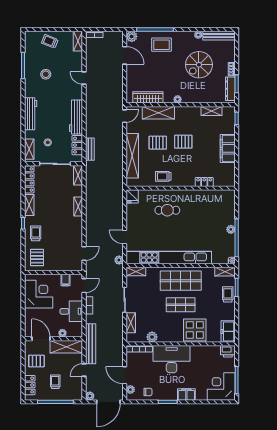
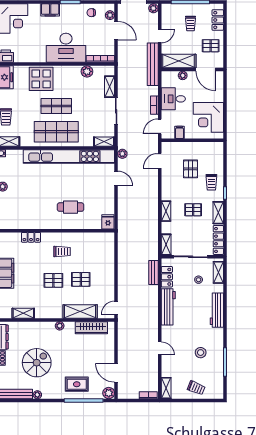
shelving: (132, 156) -> (108, 265), removed
trolley: (163, 176) -> (62, 252), moved
pallet: (53, 208) -> (193, 210), added
pallet: (37, 257) -> (191, 169), moved

